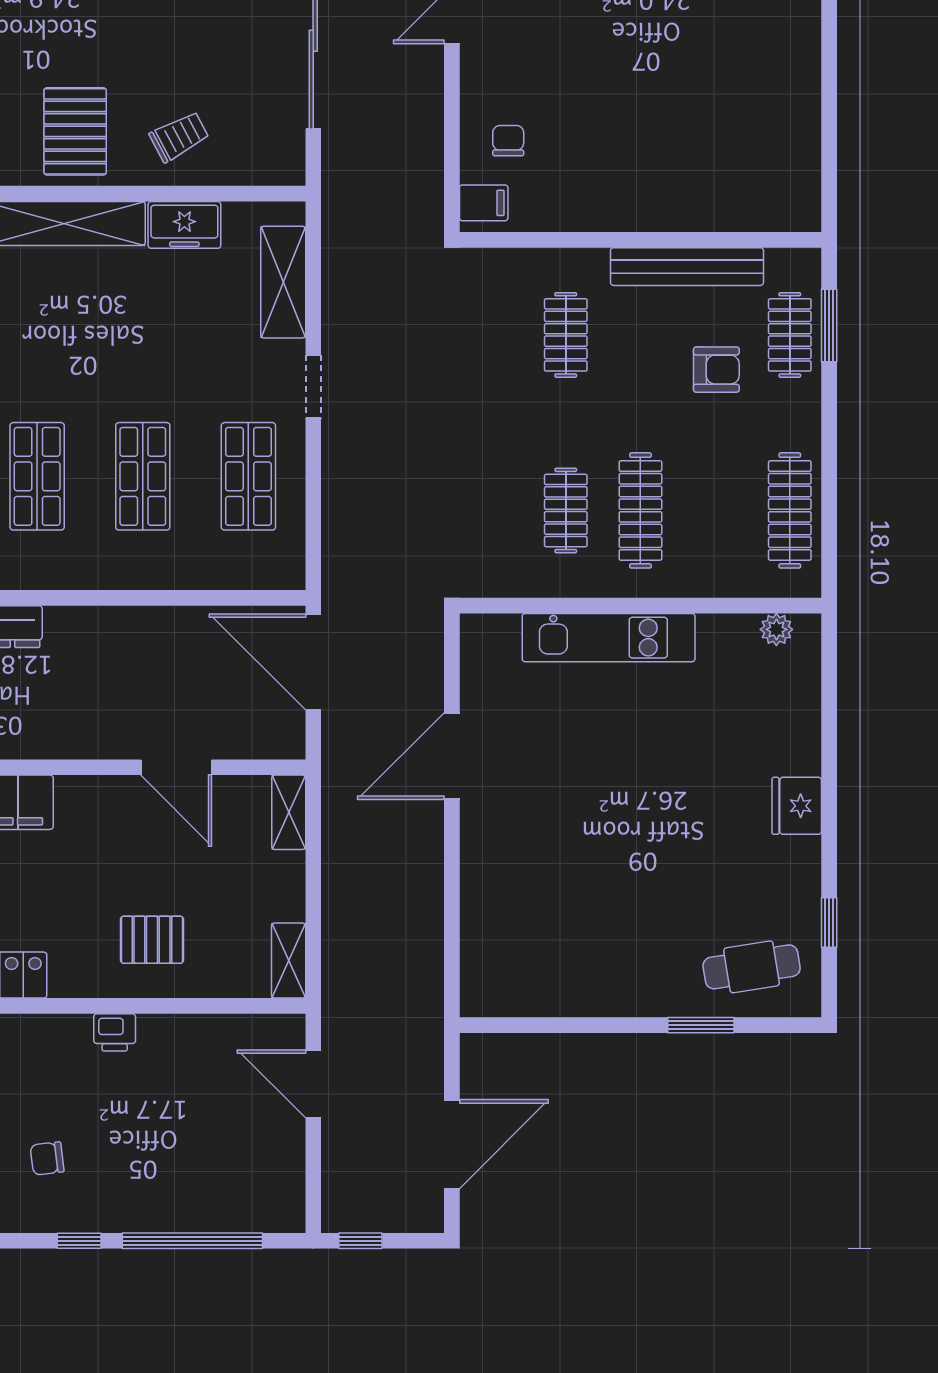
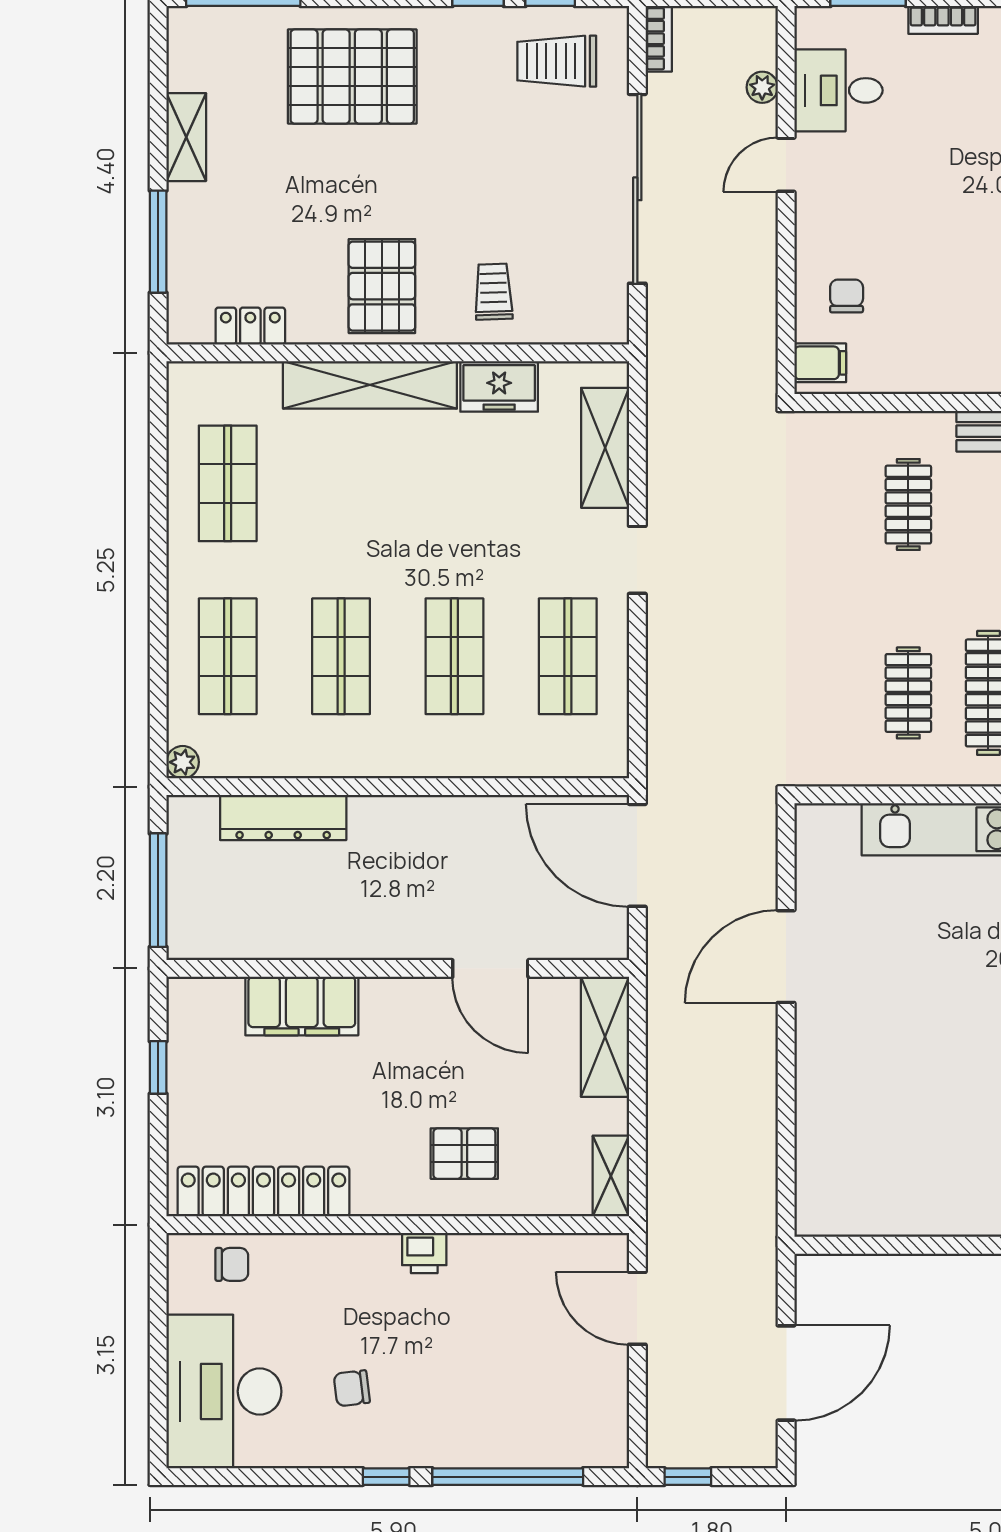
trolley: (179, 137) -> (493, 292), turned -64
shelving: (289, 812) -> (605, 1037), width x1.50, depth x1.33

